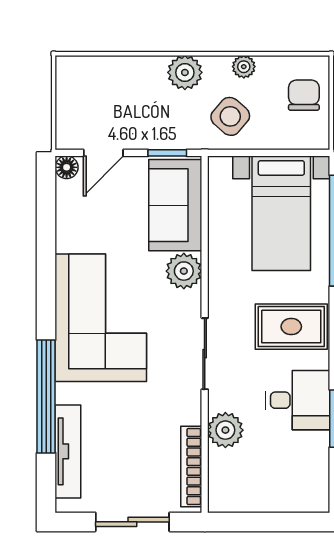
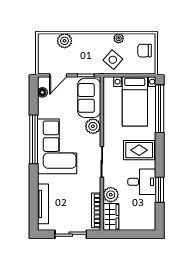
plant: (185, 72) -> (65, 41), moved
chair: (304, 95) -> (145, 51), turned -90
floor lamp: (67, 167) -> (42, 92), moved
window: (46, 396) -> (34, 139), moved
wardrobe: (226, 481) -> (111, 217), added

